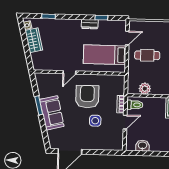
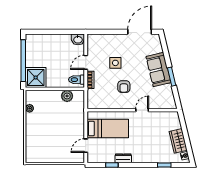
cafe table: (147, 55) -> (66, 129), removed
armchair: (87, 97) -> (124, 87), width x0.53, depth x0.53
washbasin: (143, 146) -> (78, 39), moved

